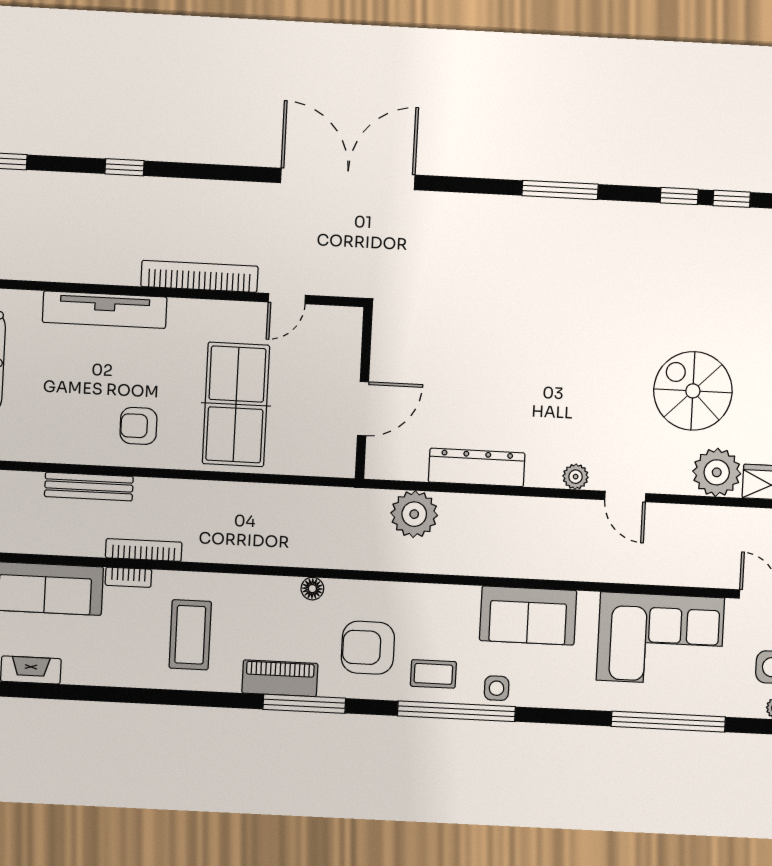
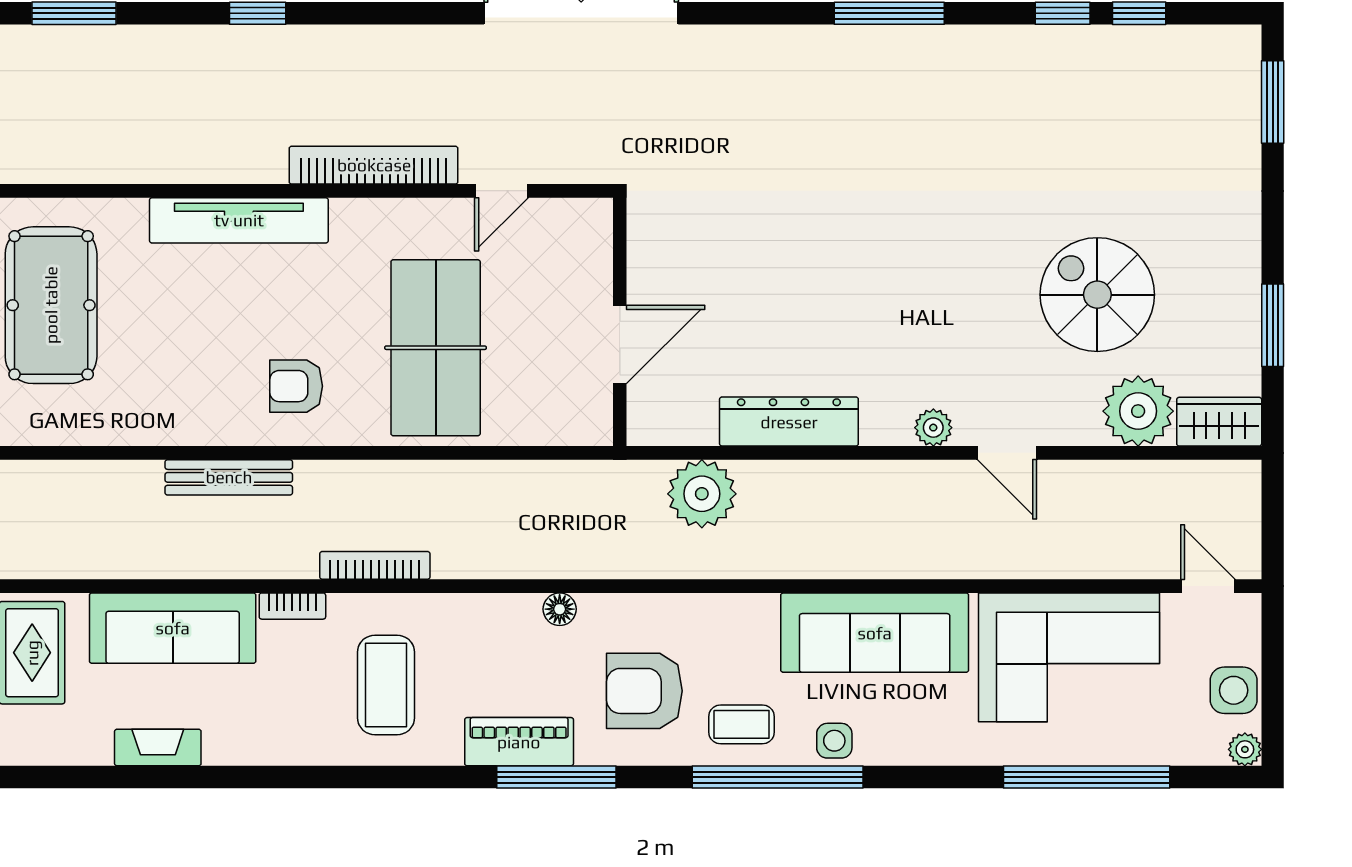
bookcase: (144, 550) -> (375, 565), moved
sofa: (528, 615) -> (875, 633), width x1.36

